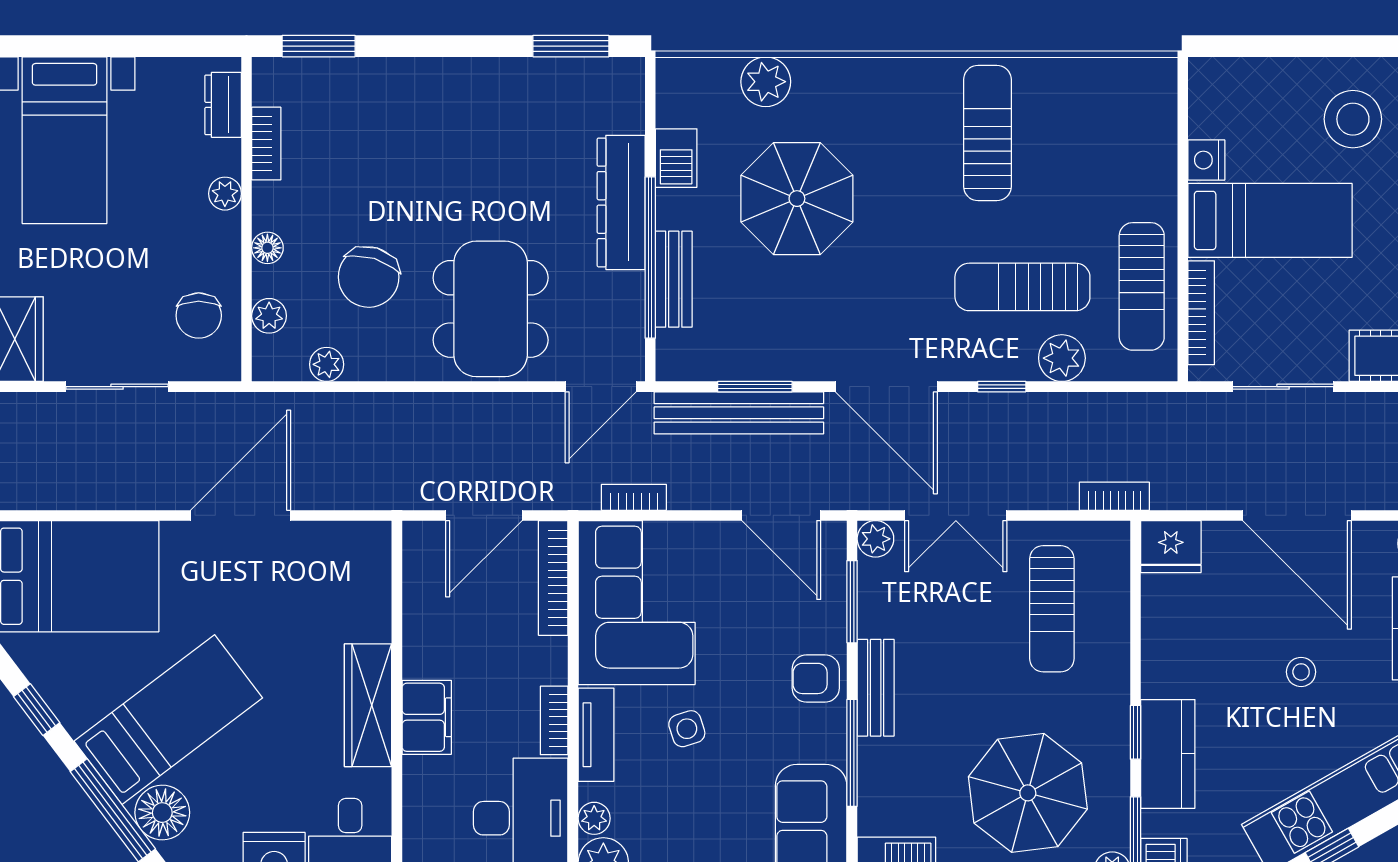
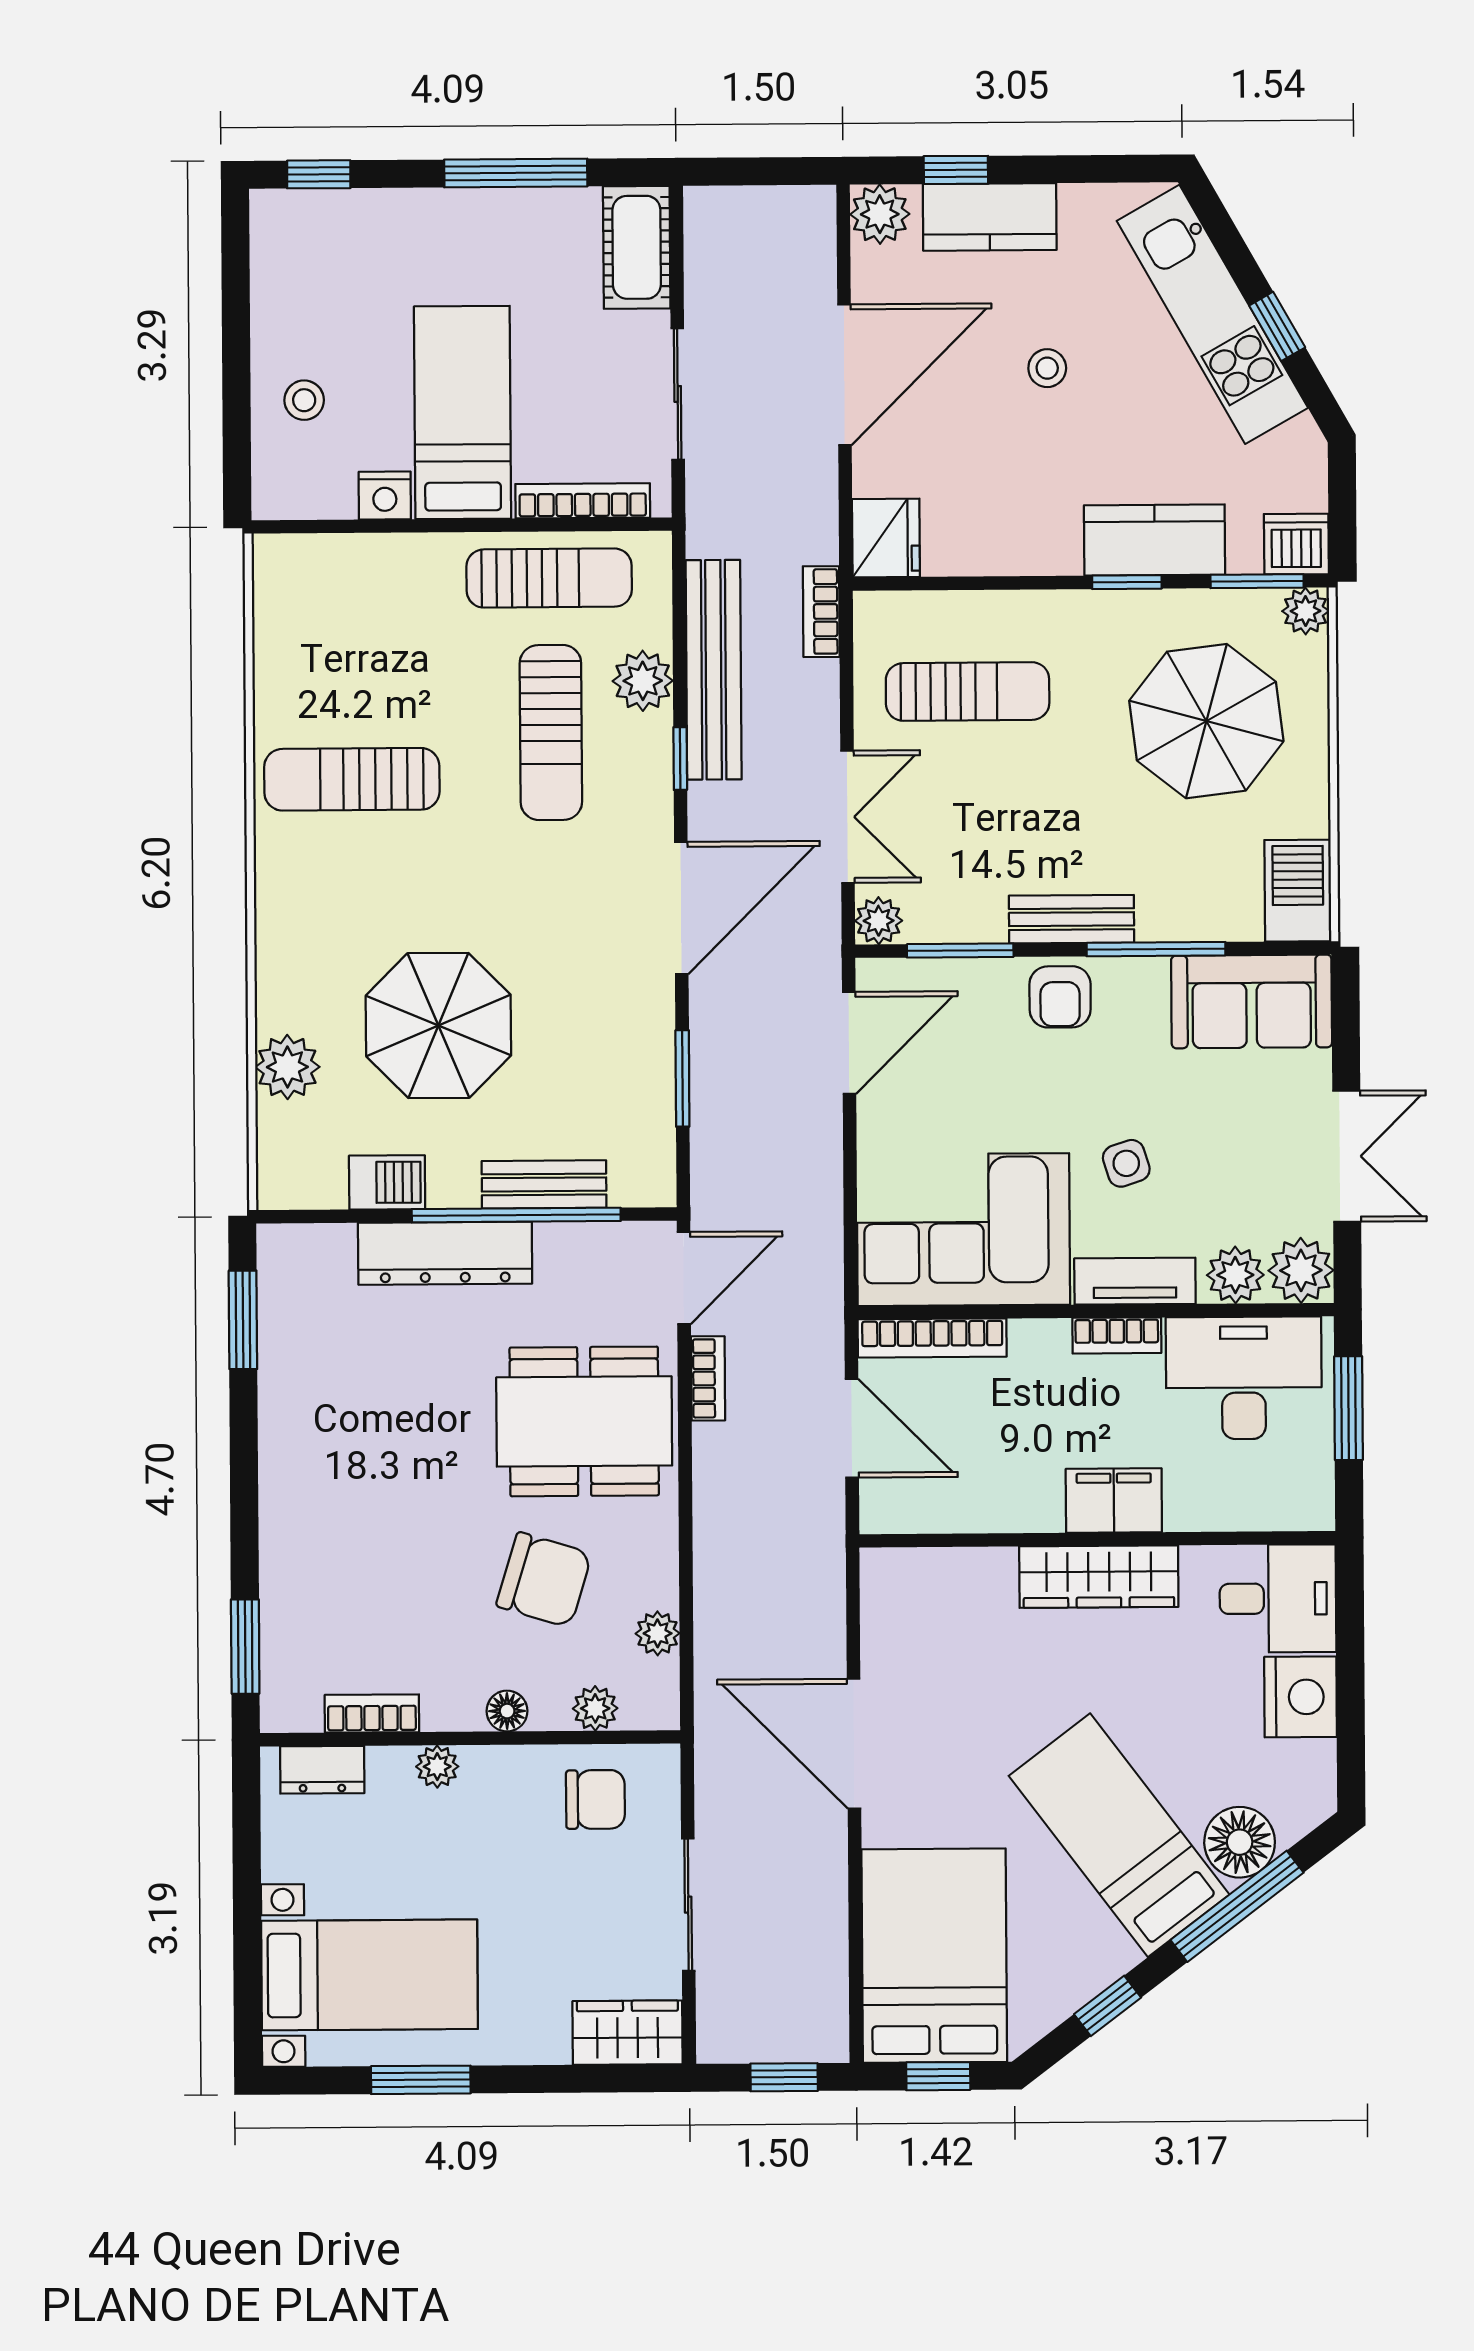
stool: (1353, 119) -> (304, 400), moved, width x0.53, depth x0.53
door: (601, 387) -> (684, 1278), hinge flipped
bench: (739, 413) -> (714, 670), moved
bookcase: (634, 497) -> (708, 1378), moved, turned 180
plant: (594, 818) -> (1235, 1275), width x1.38, depth x1.38

